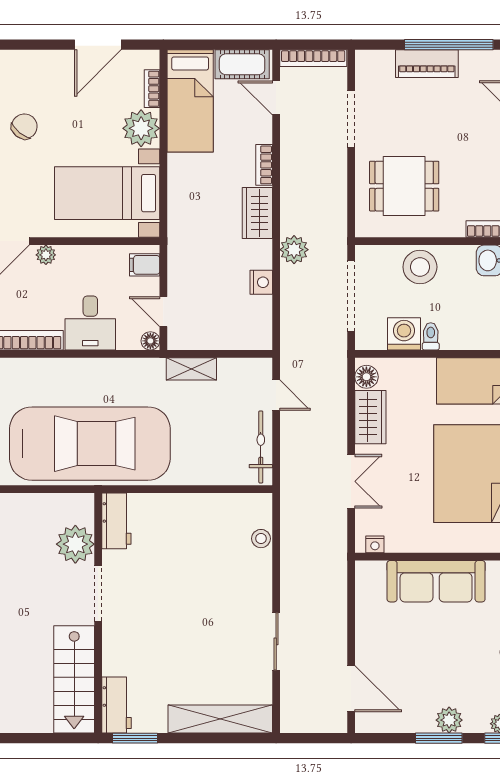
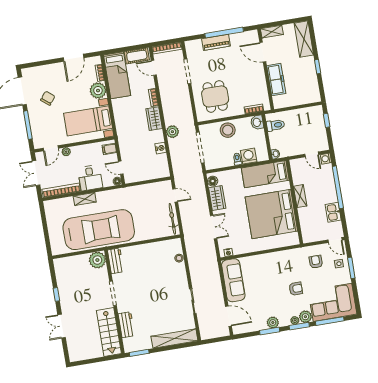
dining table: (404, 186) -> (215, 96), turned 90
washing machine: (404, 334) -> (249, 156), moved
shelving: (191, 369) -> (85, 199), moved
plant: (75, 544) -> (97, 260), moved
sofa: (436, 581) -> (233, 280), moved, turned -90
workbench: (117, 705) -> (126, 325), moved

